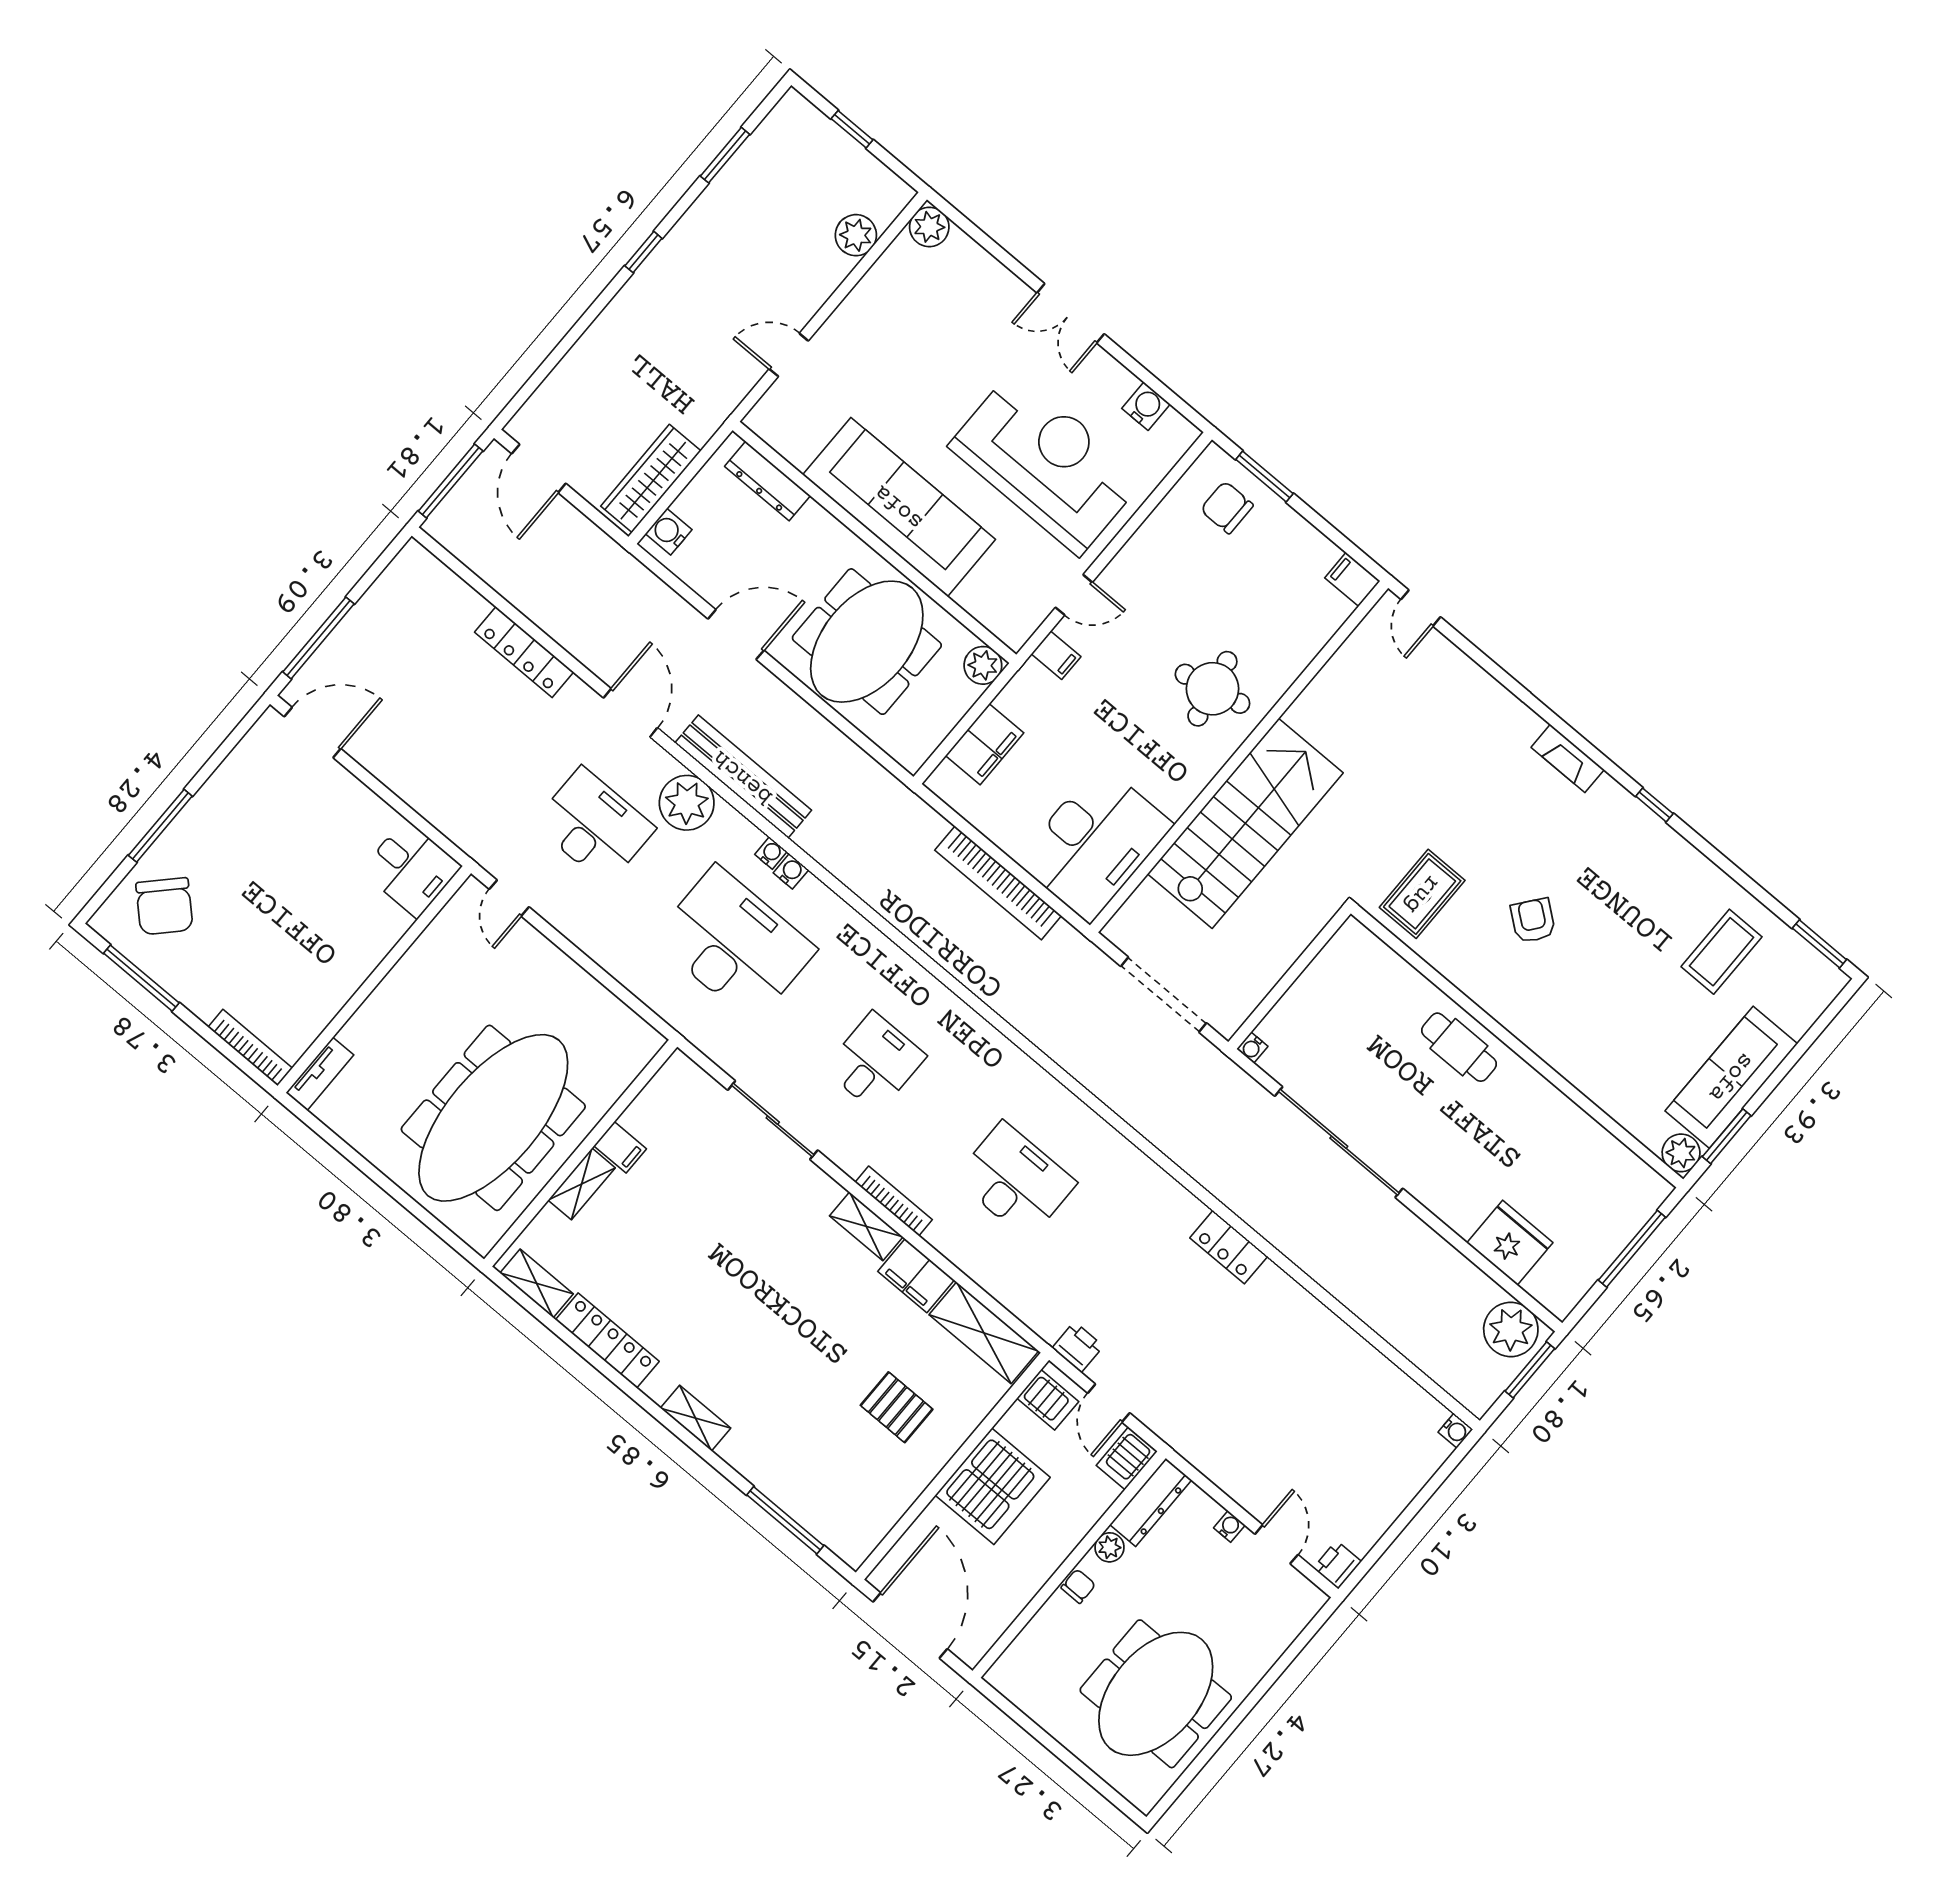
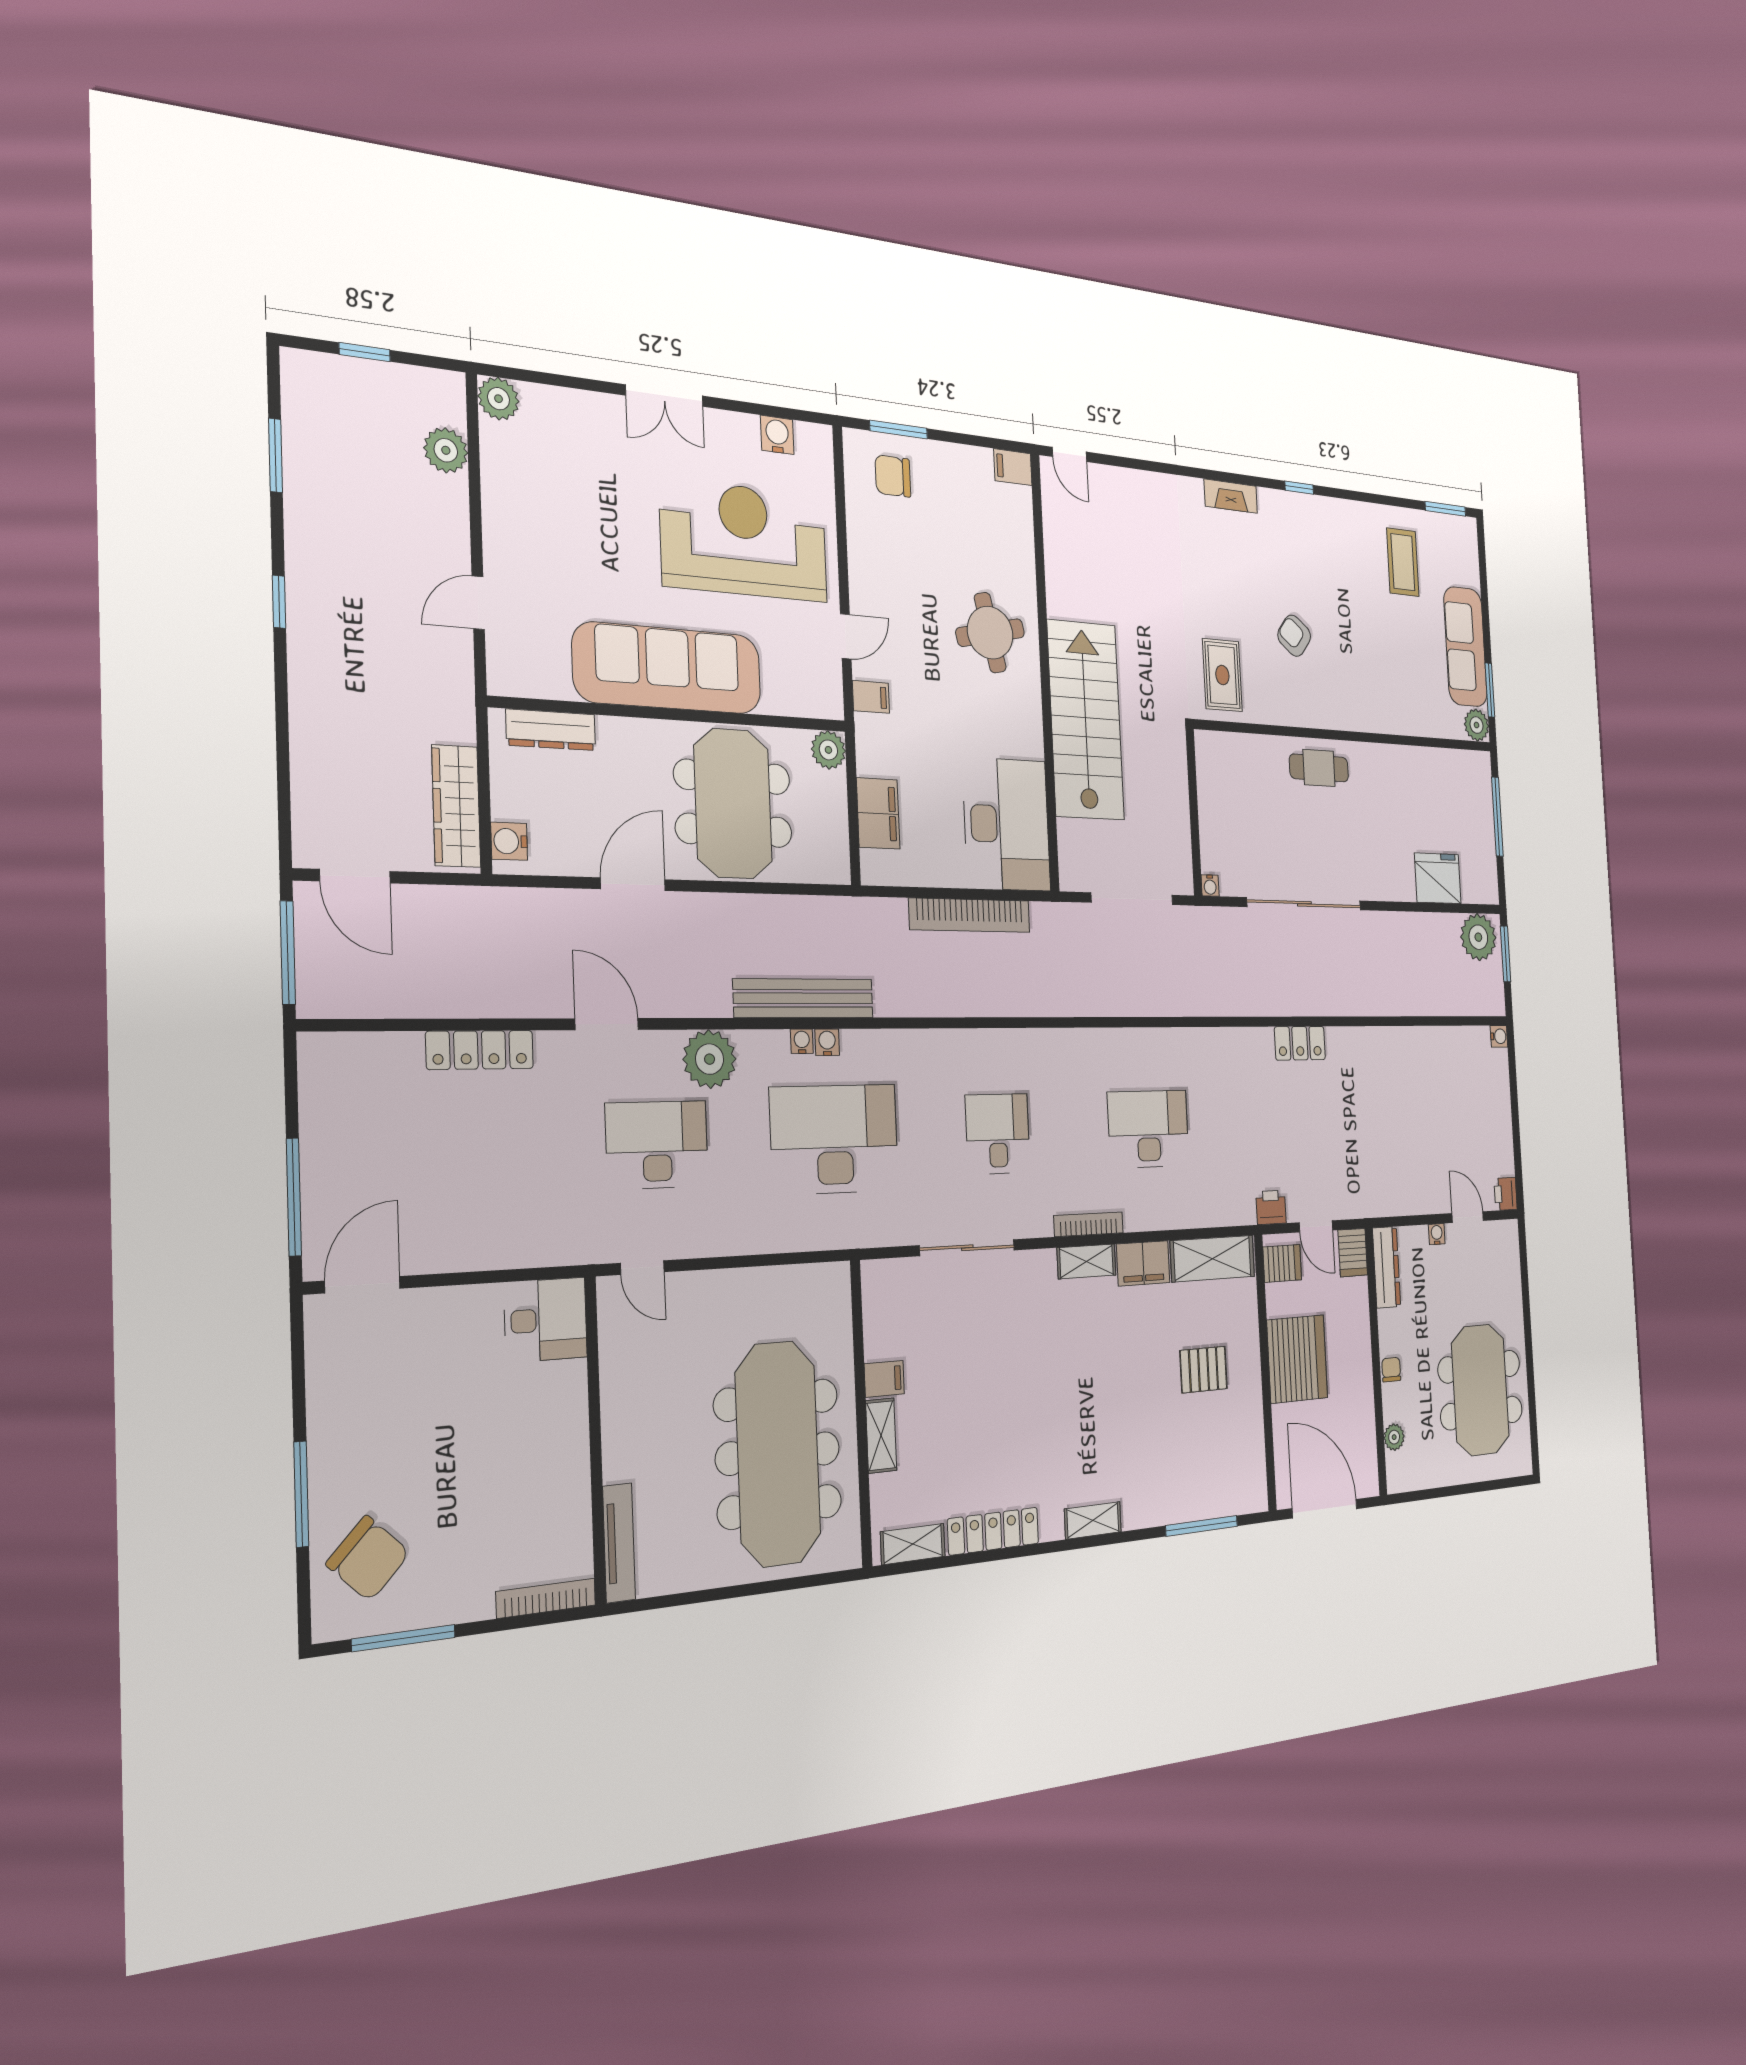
bench: (743, 777) -> (804, 998), moved
tv unit: (320, 1074) -> (619, 1543), width x1.41
plant: (1109, 1547) -> (1394, 1437), moved

